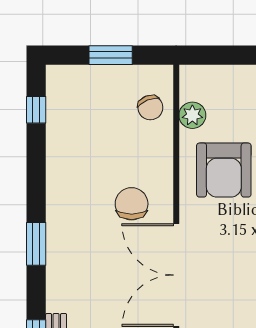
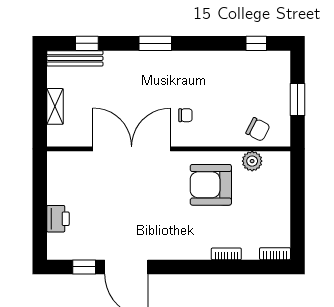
chair: (150, 108) -> (258, 129), turned -131
chair: (132, 204) -> (185, 115), width x0.54, depth x0.54

